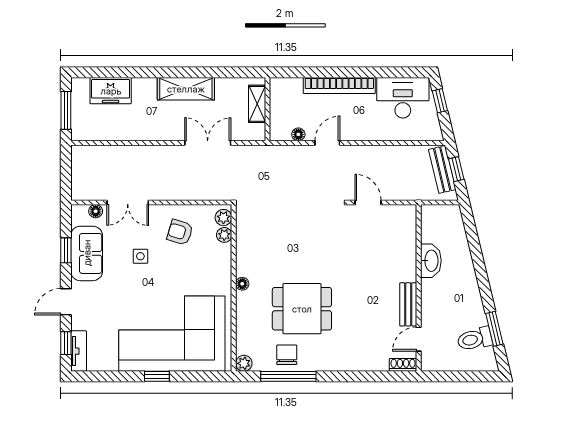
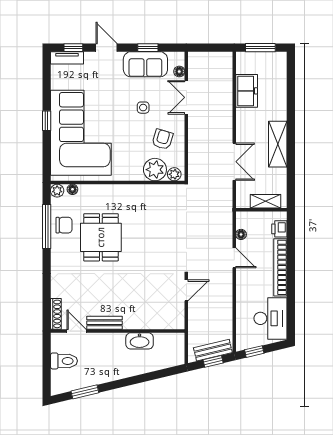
printer: (291, 87) -> (279, 229), added
freezer: (111, 91) -> (247, 91), moved, turned 180
window: (440, 101) -> (254, 352), moved
plant: (224, 235) -> (155, 170), width x1.88, depth x1.88
floor lamp: (242, 284) -> (72, 189), moved
toilet: (475, 339) -> (64, 361), moved, turned 103
shoe rack: (403, 365) -> (56, 314), width x1.43

